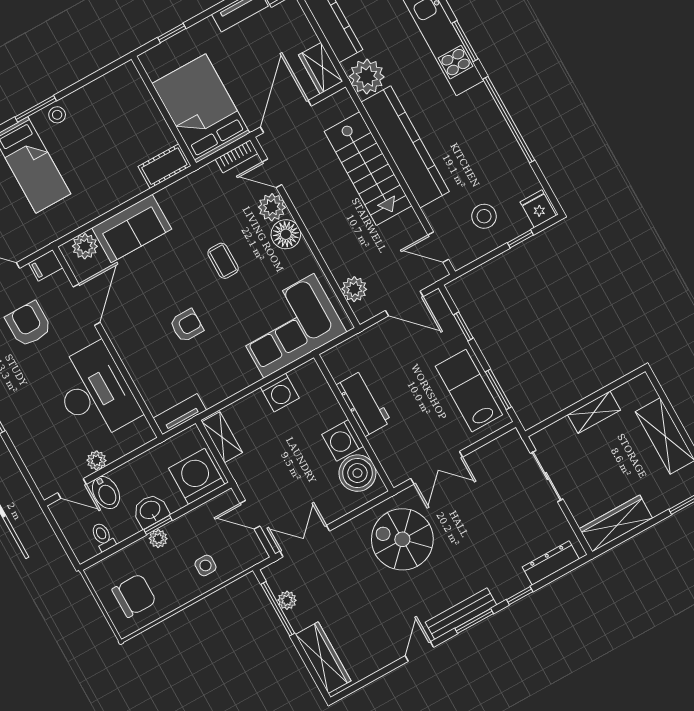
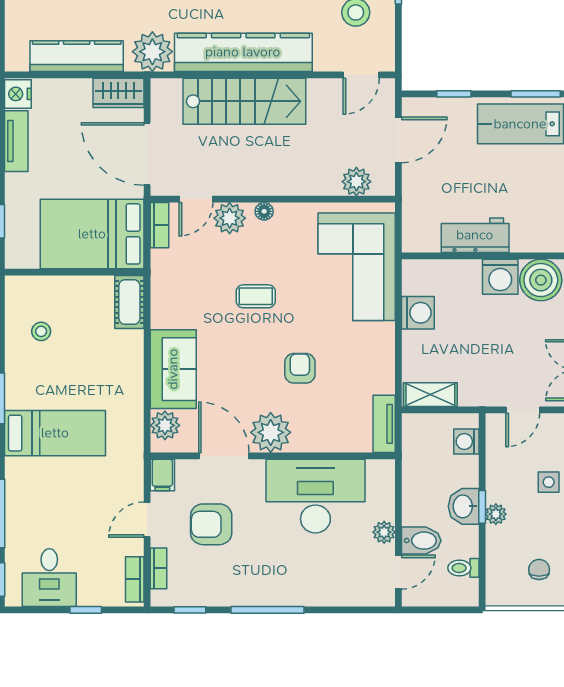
stool: (57, 115) -> (41, 331), moved
floor lamp: (286, 234) -> (264, 211), width x0.53, depth x0.53
plant: (125, 331) -> (271, 432), added
washing machine: (197, 476) -> (466, 441), width x0.53, depth x0.53
chair: (134, 596) -> (539, 570), width x0.54, depth x0.54

